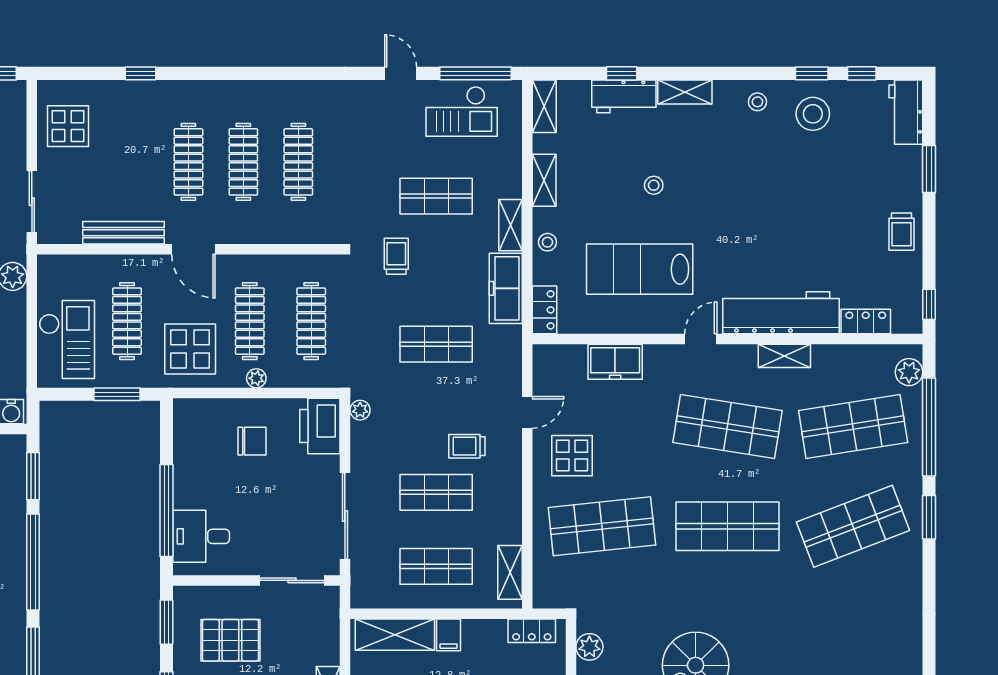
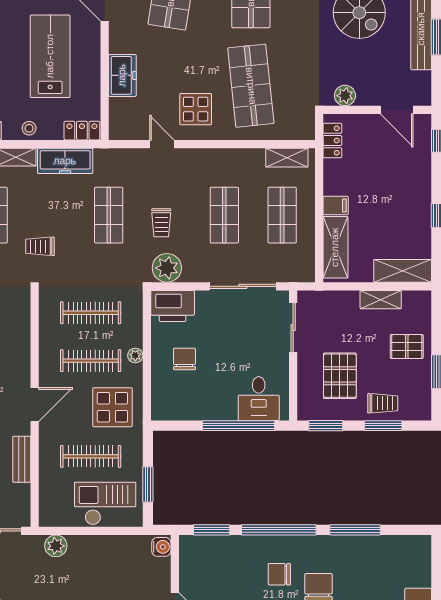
bench: (123, 233) -> (22, 459), width x0.73
lab bench: (640, 269) -> (50, 56), turned 180
window: (117, 394) -> (148, 484), moved
plant: (360, 410) -> (167, 268), width x1.87, depth x1.87
trolley: (467, 446) -> (161, 223), moved

